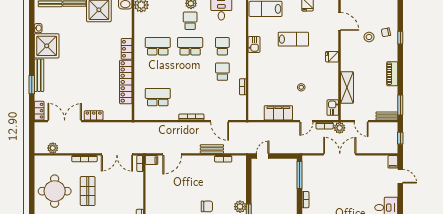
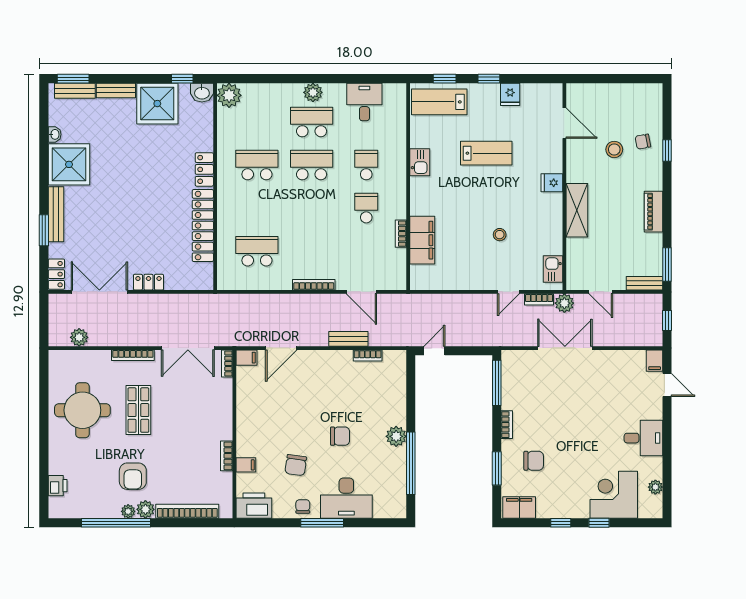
school desk: (190, 21) -> (312, 122), width x1.85
shelving: (347, 87) -> (577, 210), moved
filing cabinet: (278, 113) -> (422, 240), moved, turned 90

